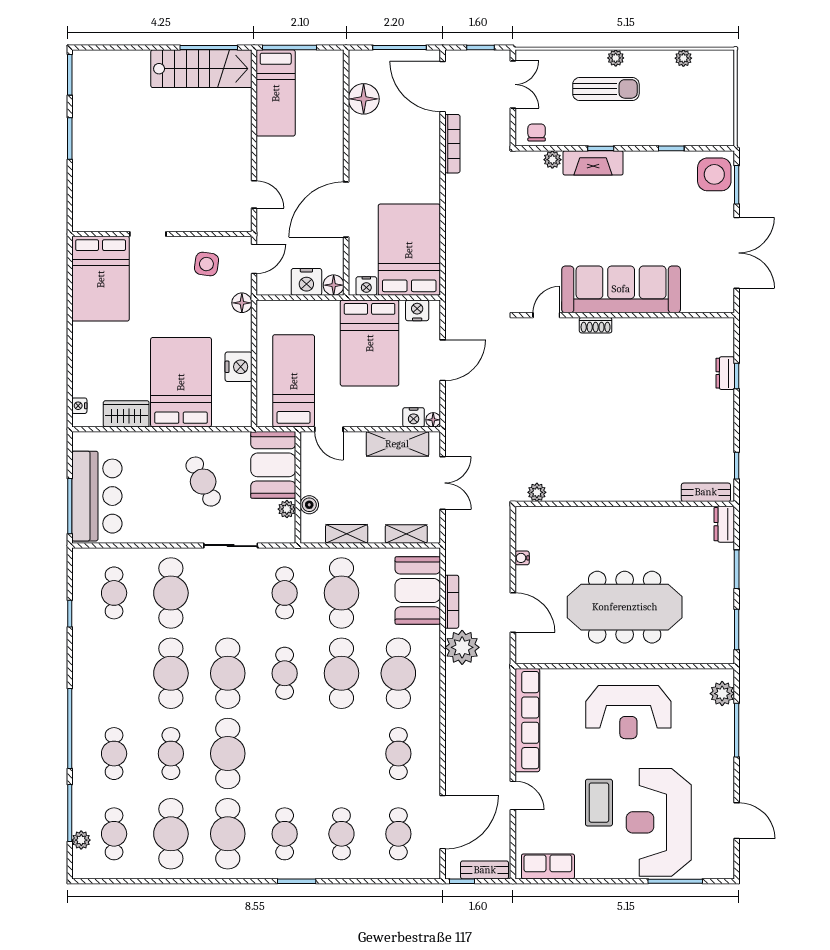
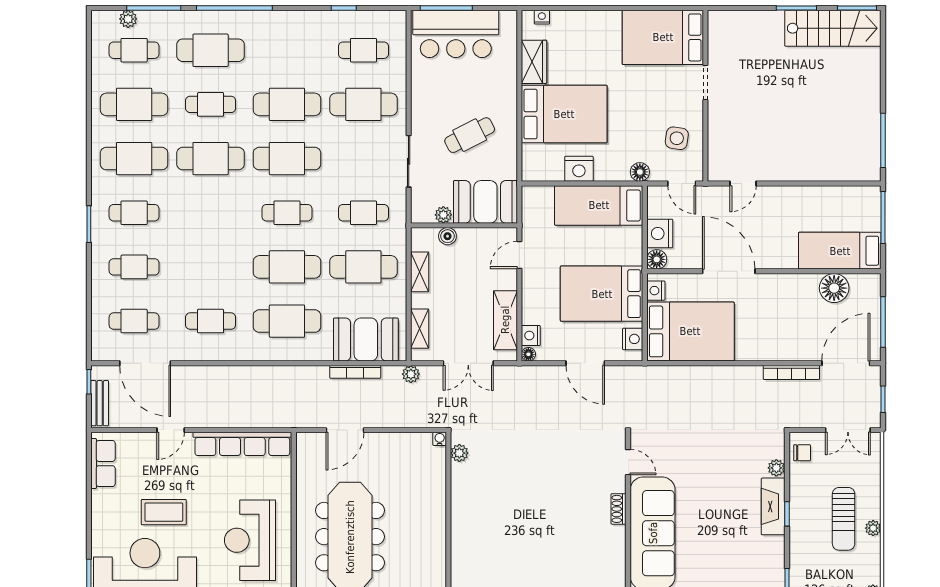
stairs: (201, 69) -> (833, 28), moved, turned -90
bed: (276, 93) -> (840, 251), moved
bed: (294, 381) -> (599, 205), moved, turned 180
water cooler: (522, 558) -> (440, 439), moved
plant: (462, 647) -> (411, 374), moved, width x0.53, depth x0.53
cafe table: (114, 754) -> (211, 50), width x1.37, depth x1.35

